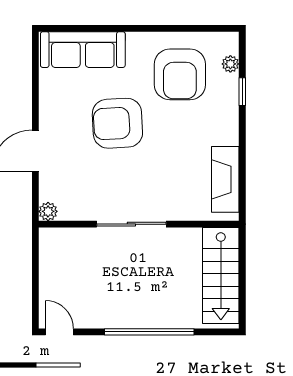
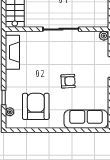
armchair: (117, 123) -> (68, 81), width x0.53, depth x0.53

